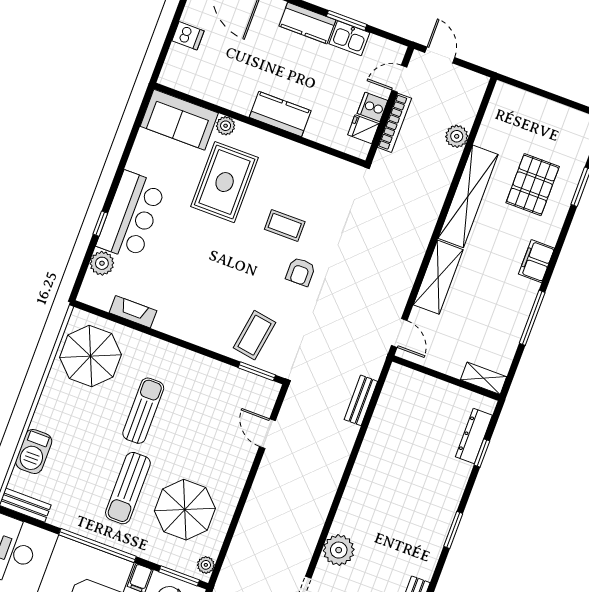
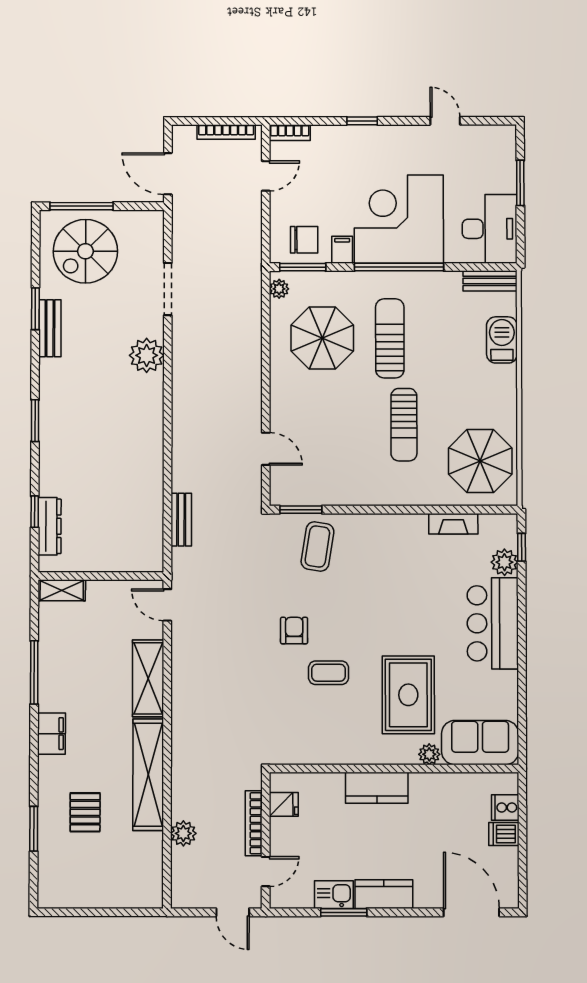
cooker: (372, 107) -> (505, 808), moved, turned 180
pallet: (533, 185) -> (85, 812), width x0.67, depth x0.71
window: (100, 224) -> (522, 547), moved

